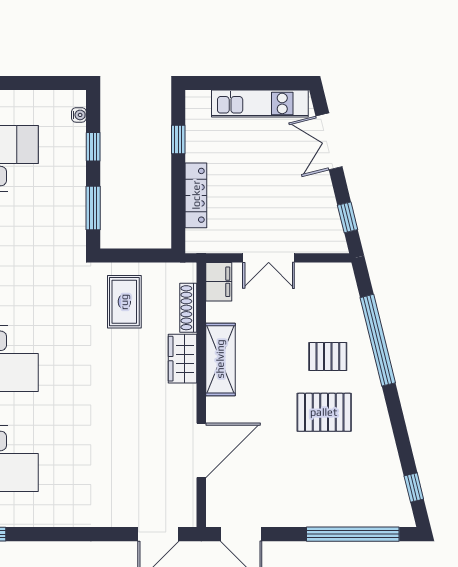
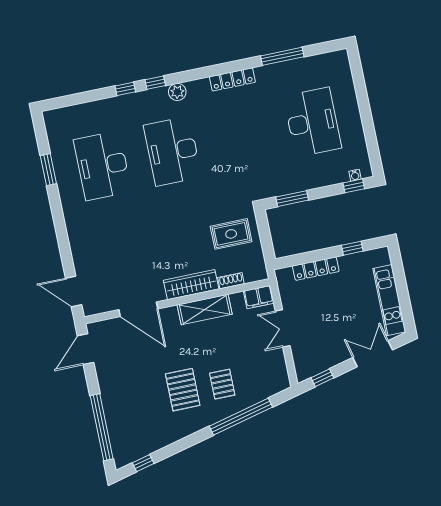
window: (93, 147) -> (354, 186), moved
shoe rack: (188, 308) -> (231, 281), width x0.70
wardrobe: (183, 359) -> (191, 285), width x1.50

